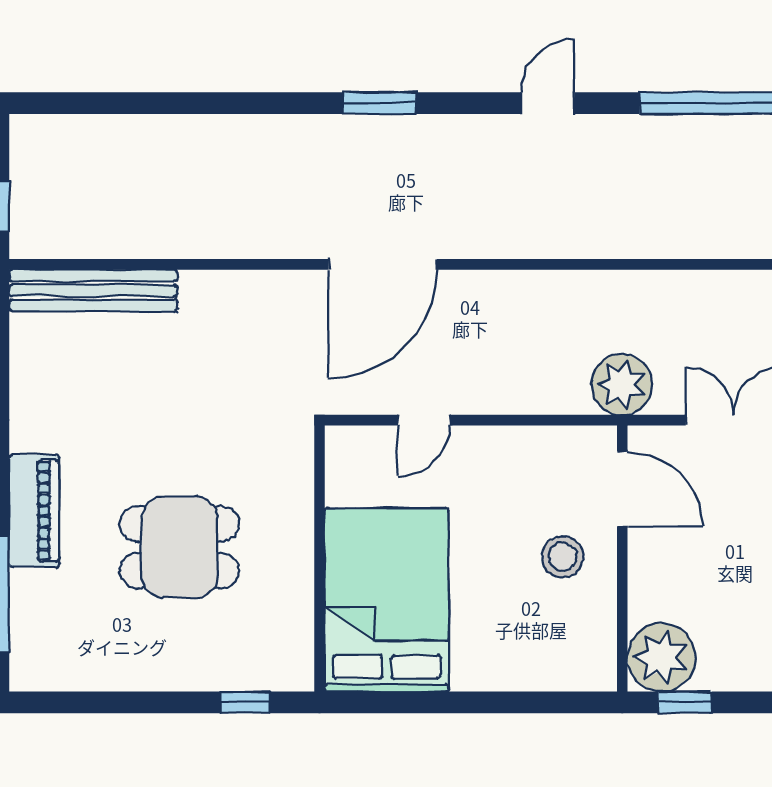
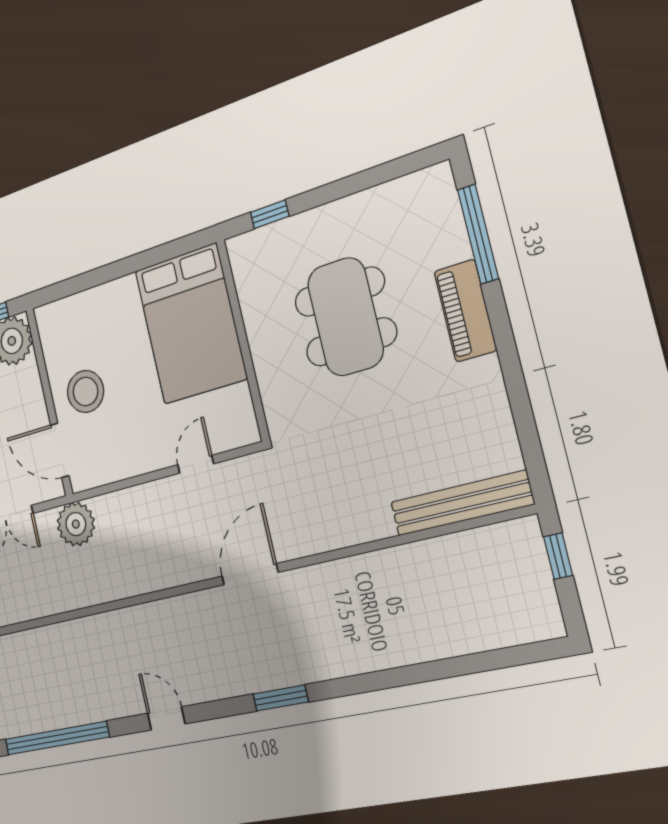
door: (548, 103) -> (166, 718), swing flipped
door: (383, 264) -> (250, 574), width x0.73
dining table: (180, 547) -> (345, 317), width x1.38
stool: (562, 557) -> (86, 391), width x1.38, depth x1.38

